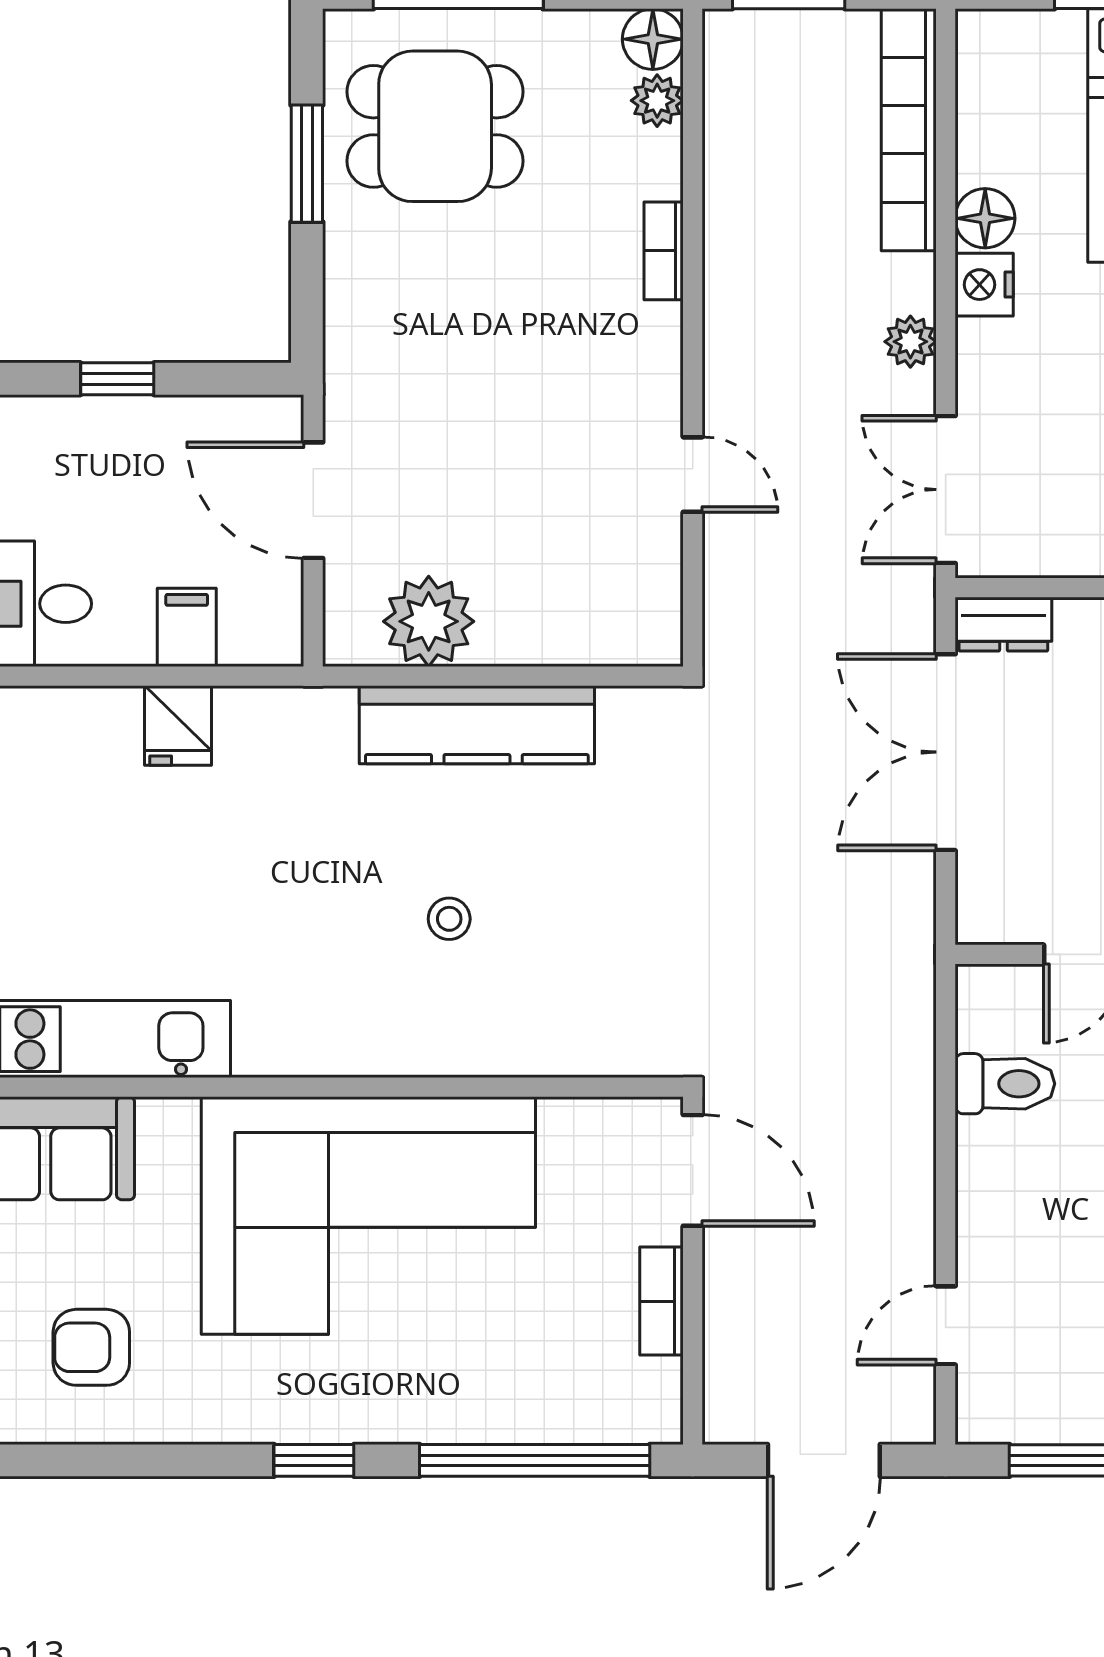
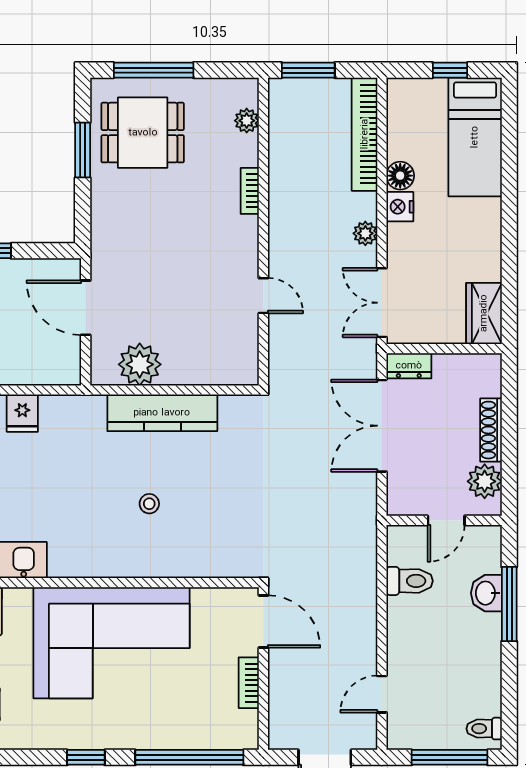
floor lamp: (653, 39) -> (245, 92), removed
filing cabinet: (187, 627) -> (26, 367), removed

